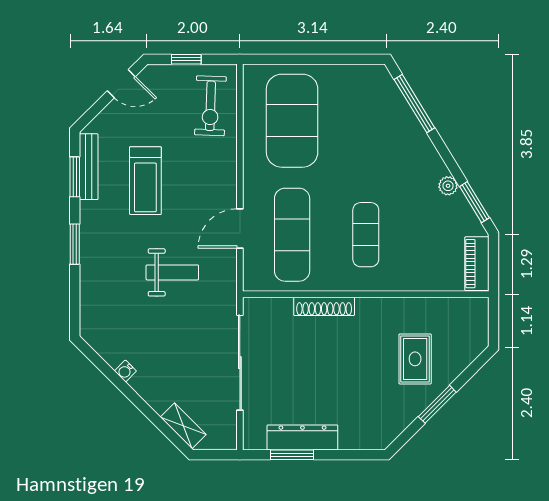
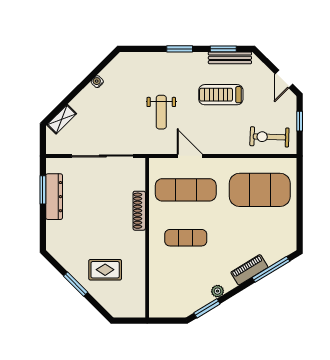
piano: (477, 264) -> (249, 270), moved, turned -31

